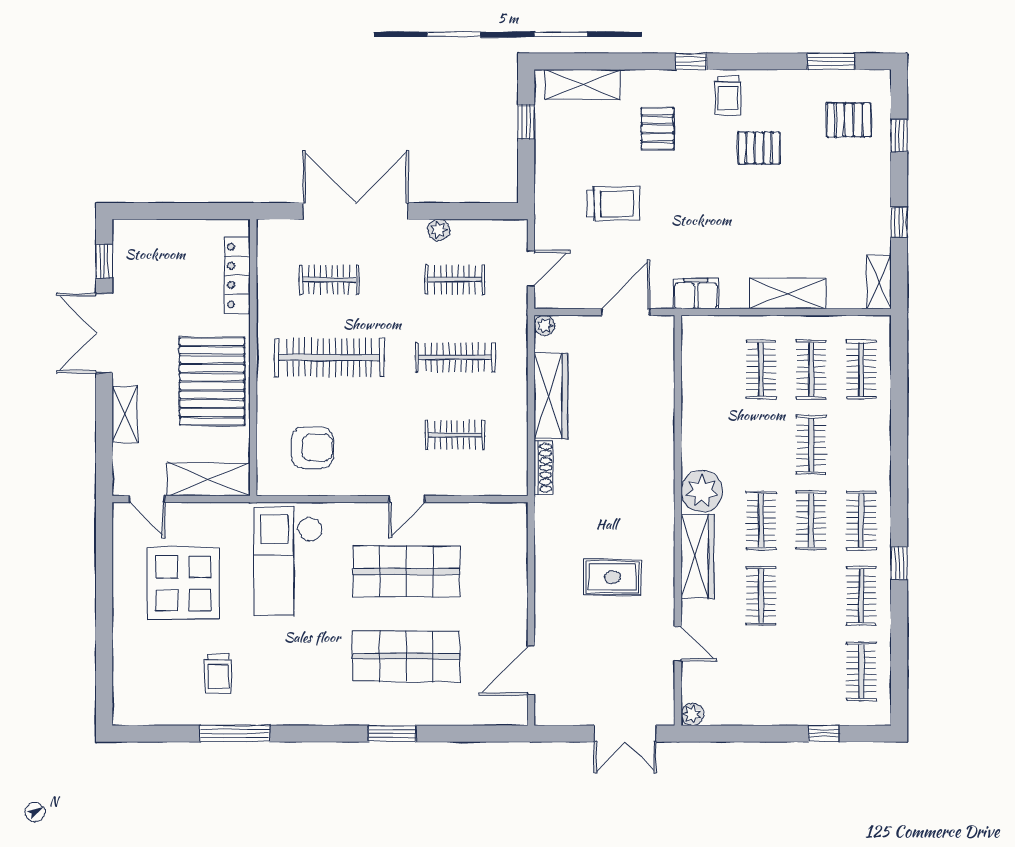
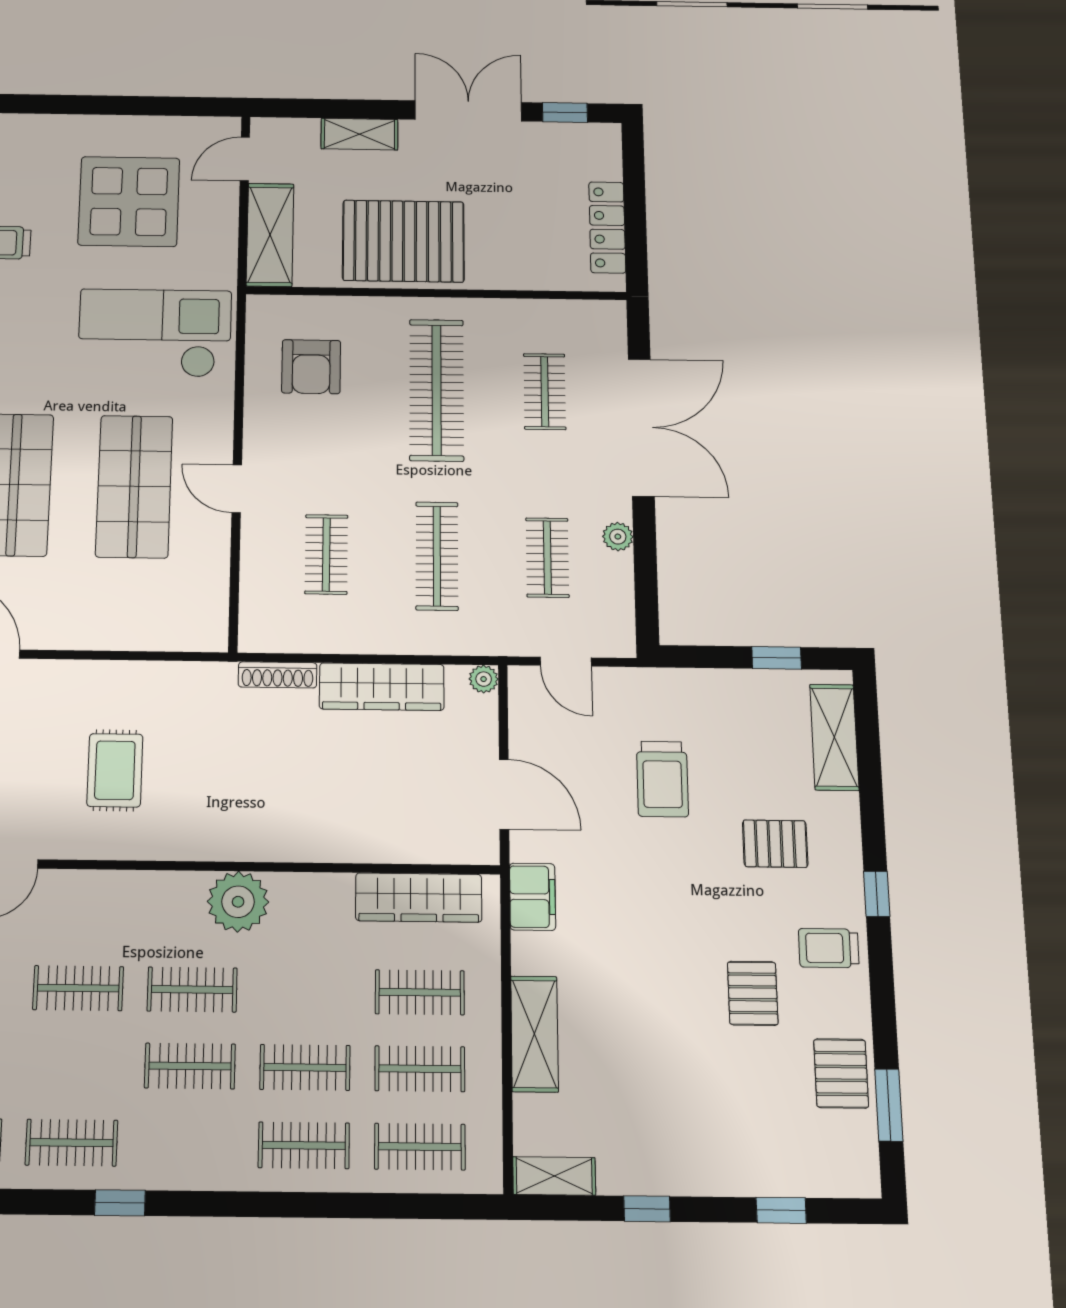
pallet: (849, 120) -> (841, 1073), moved
locker: (237, 276) -> (607, 227), moved, turned -90
clothes rail: (861, 520) -> (304, 1145), moved
wardrobe: (697, 556) -> (419, 898), moved

